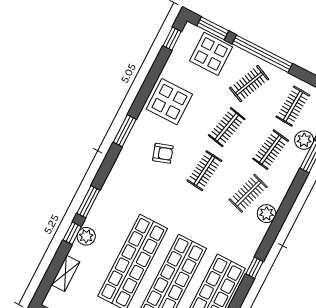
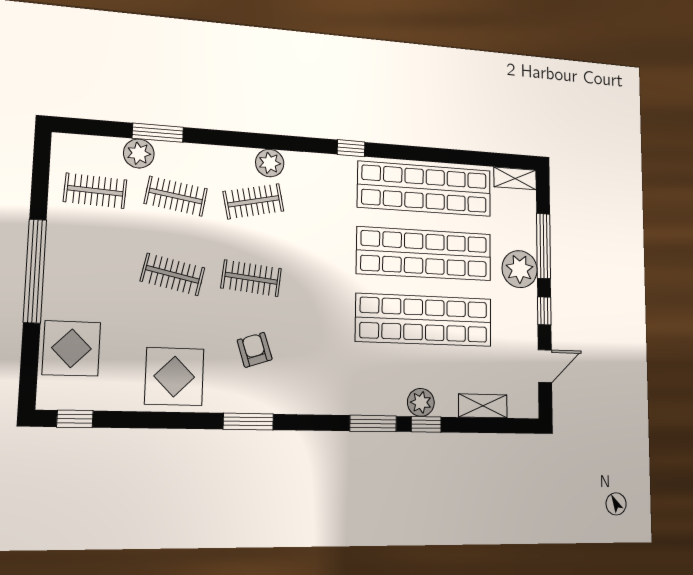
window: (213, 28) -> (29, 364), removed
clothes rail: (249, 84) -> (91, 270), removed
clothes rail: (248, 193) -> (254, 201), turned -30

